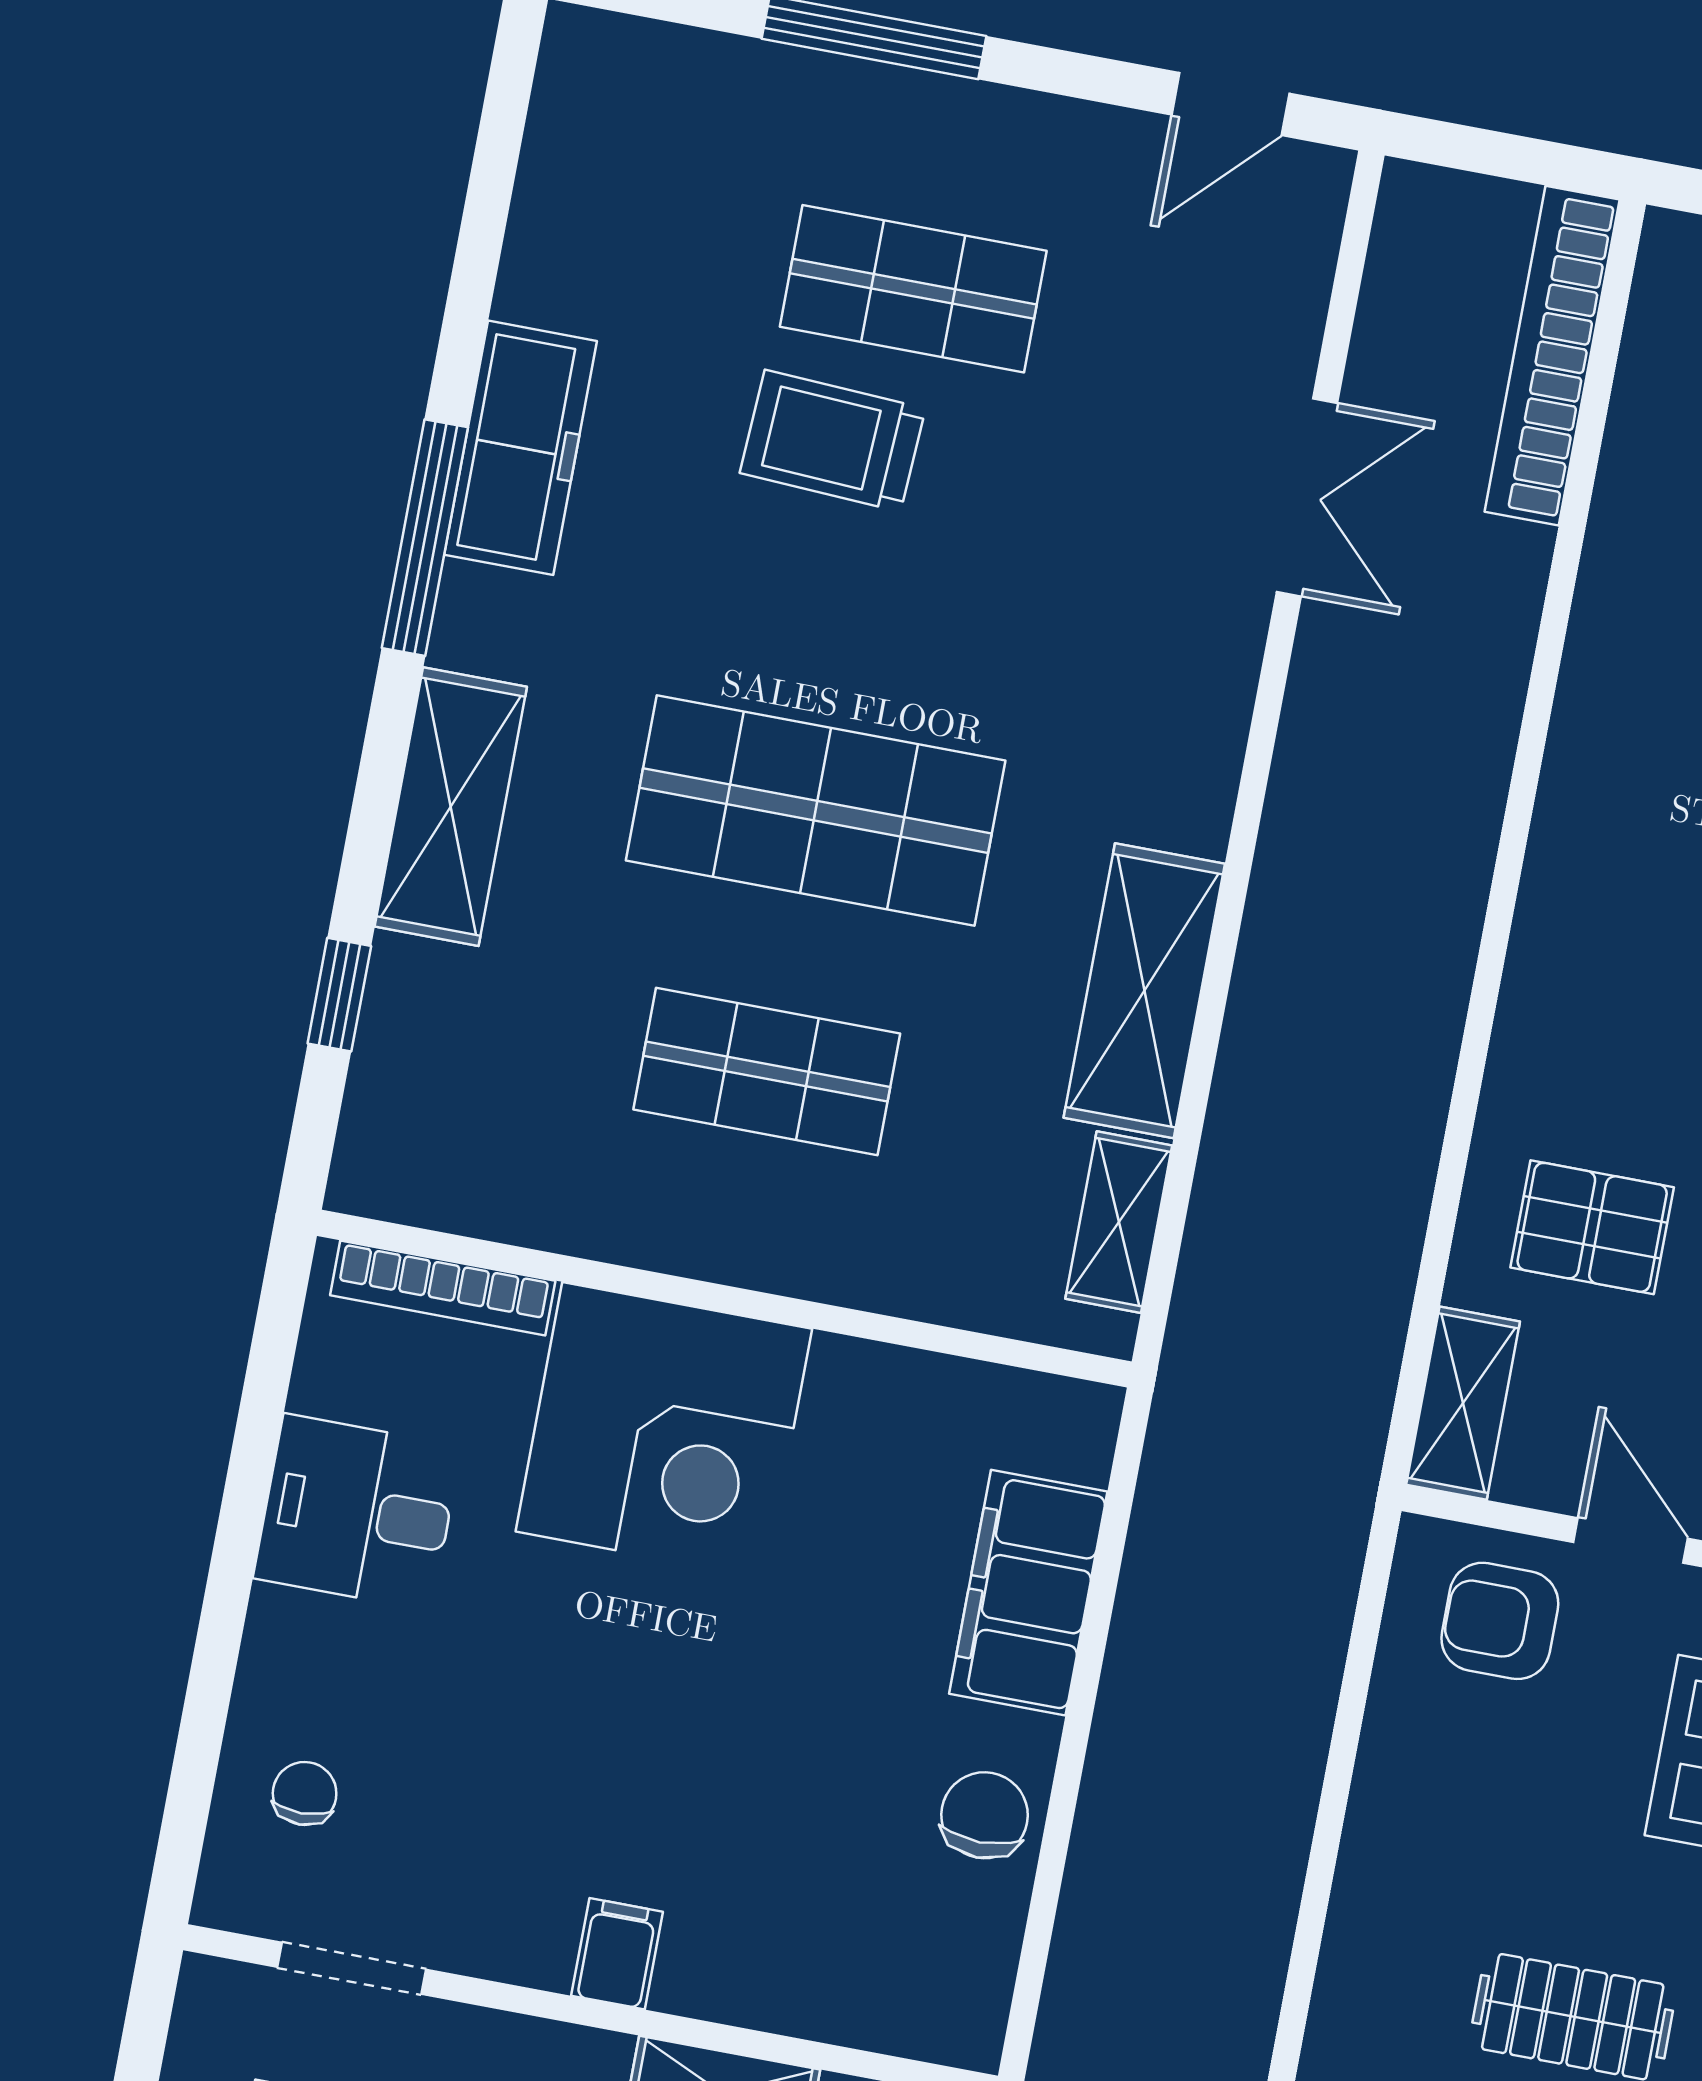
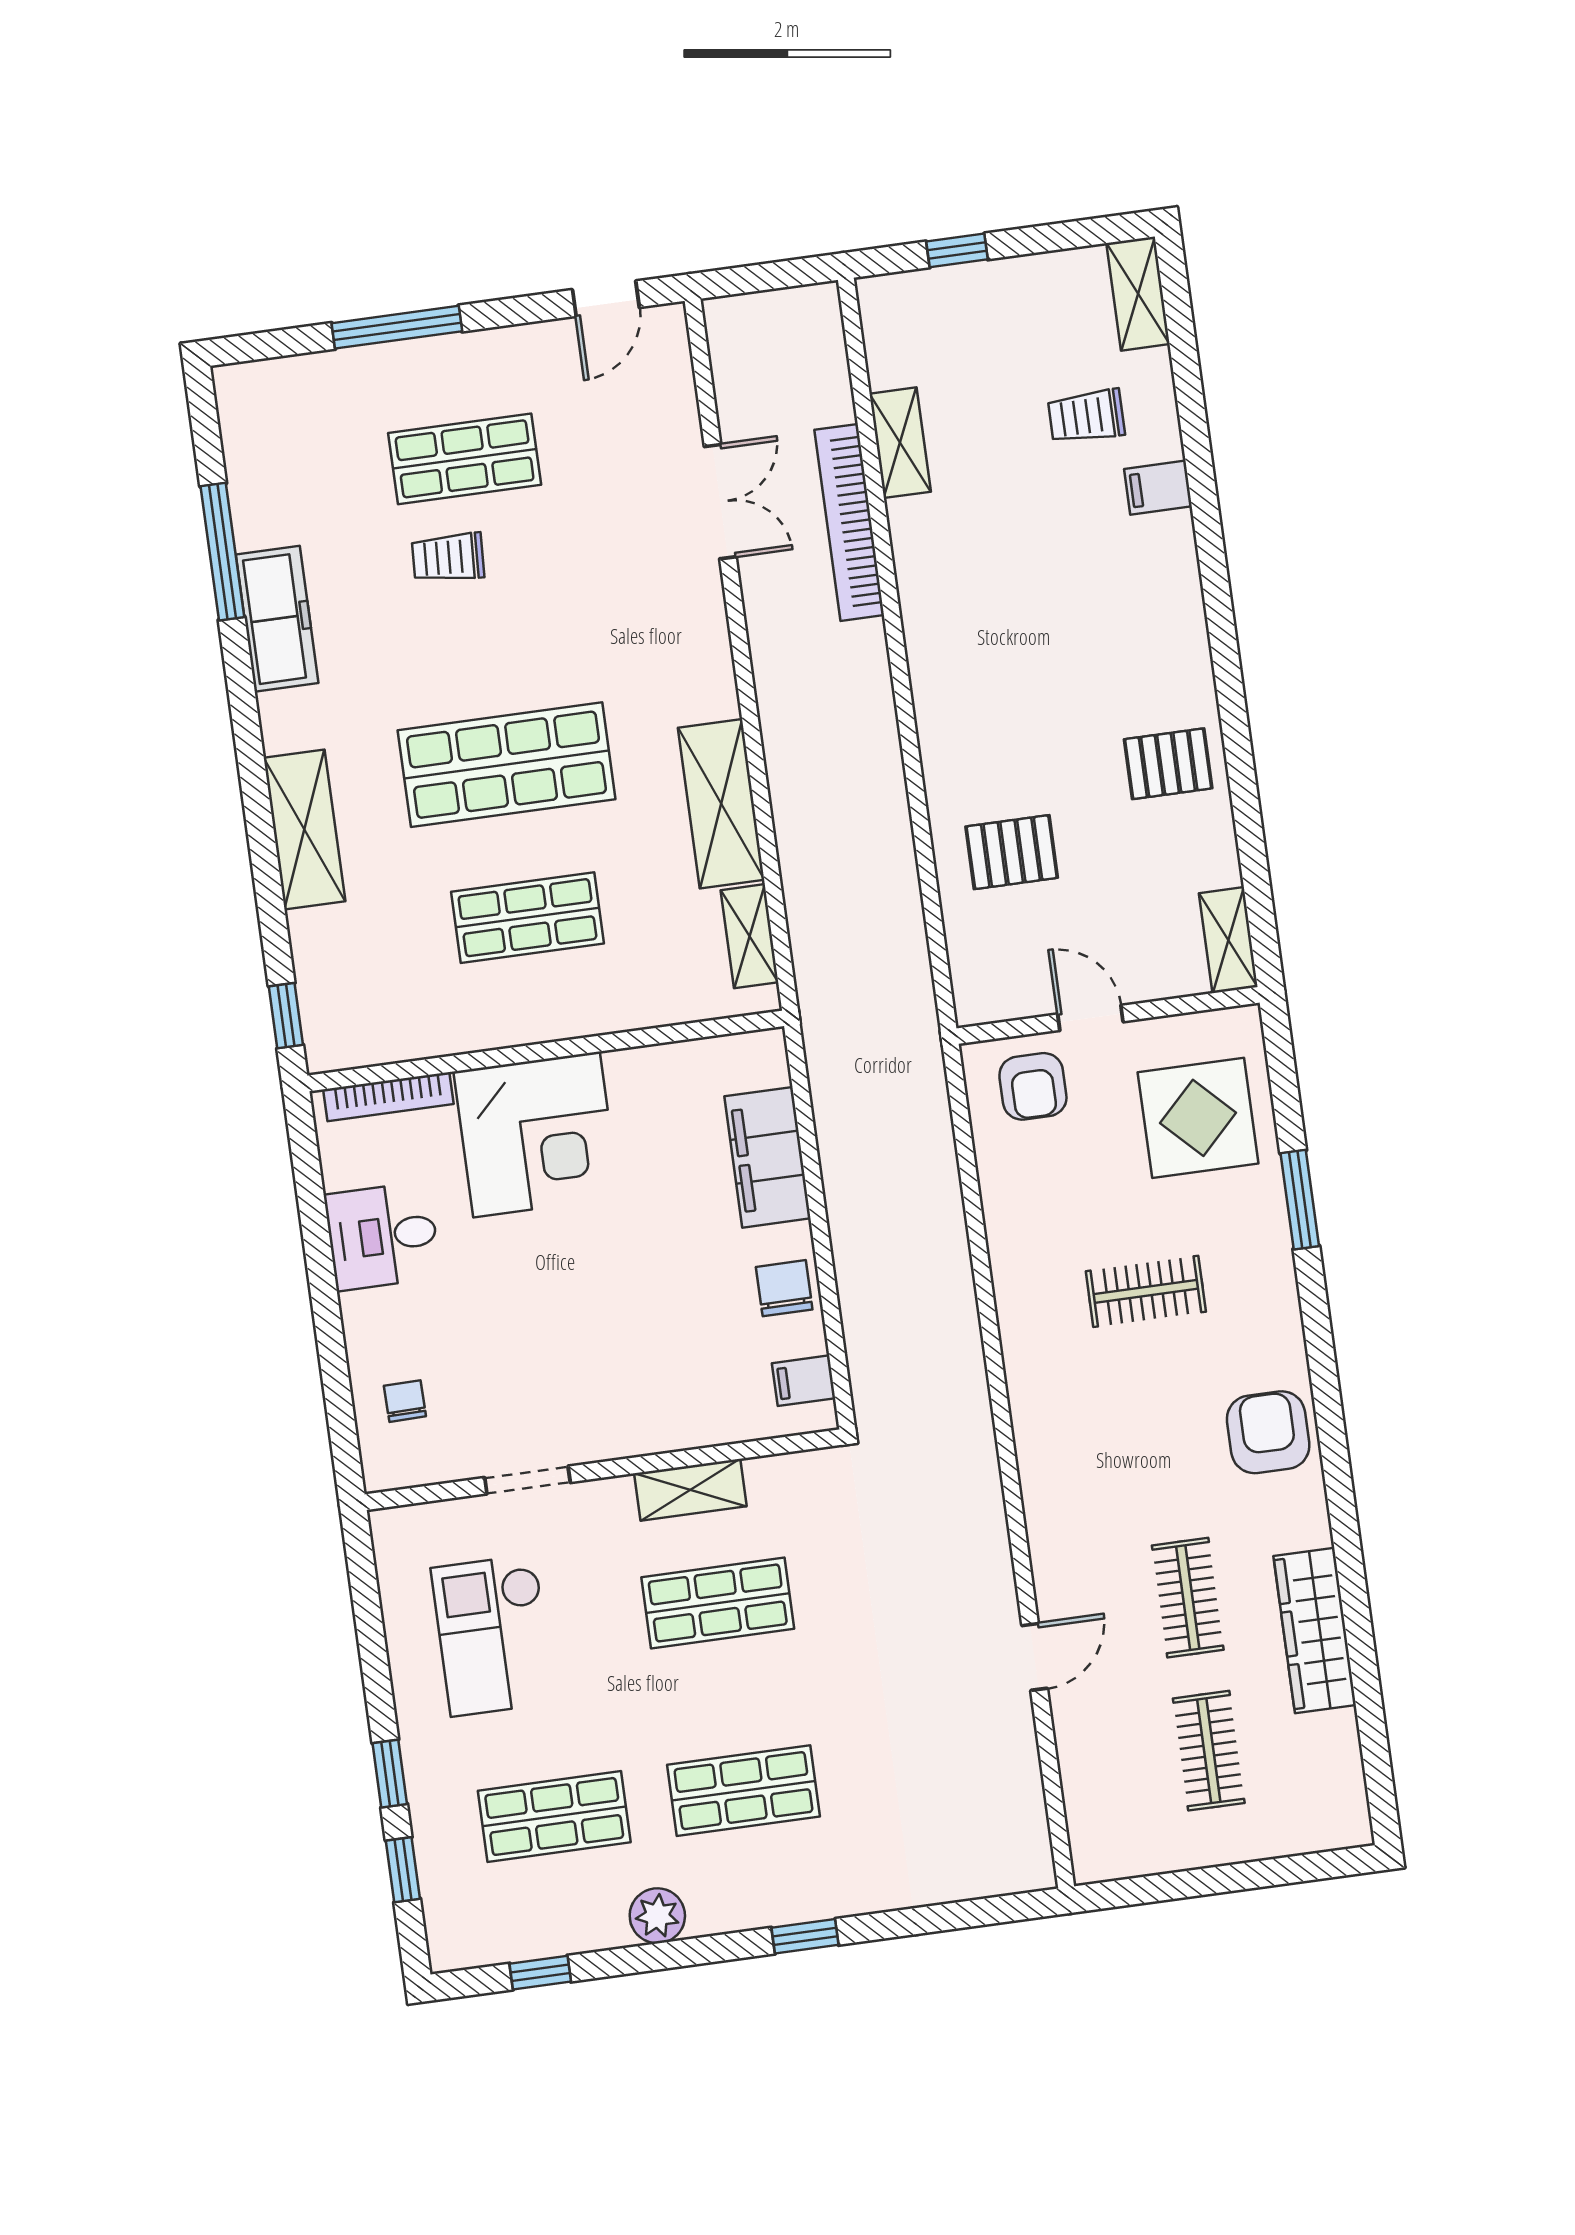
bookcase: (1552, 356) -> (849, 522), moved
trolley: (833, 441) -> (448, 557), width x0.73, depth x0.72
window: (425, 538) -> (222, 552), moved
window: (339, 995) -> (286, 1016), moved
shelving: (1463, 1403) -> (900, 443), moved
armchair: (1500, 1621) -> (1033, 1086), turned -90
filing cabinet: (617, 1954) -> (804, 1381), moved, turned -90
doorway: (352, 1968) -> (527, 1480), moved

